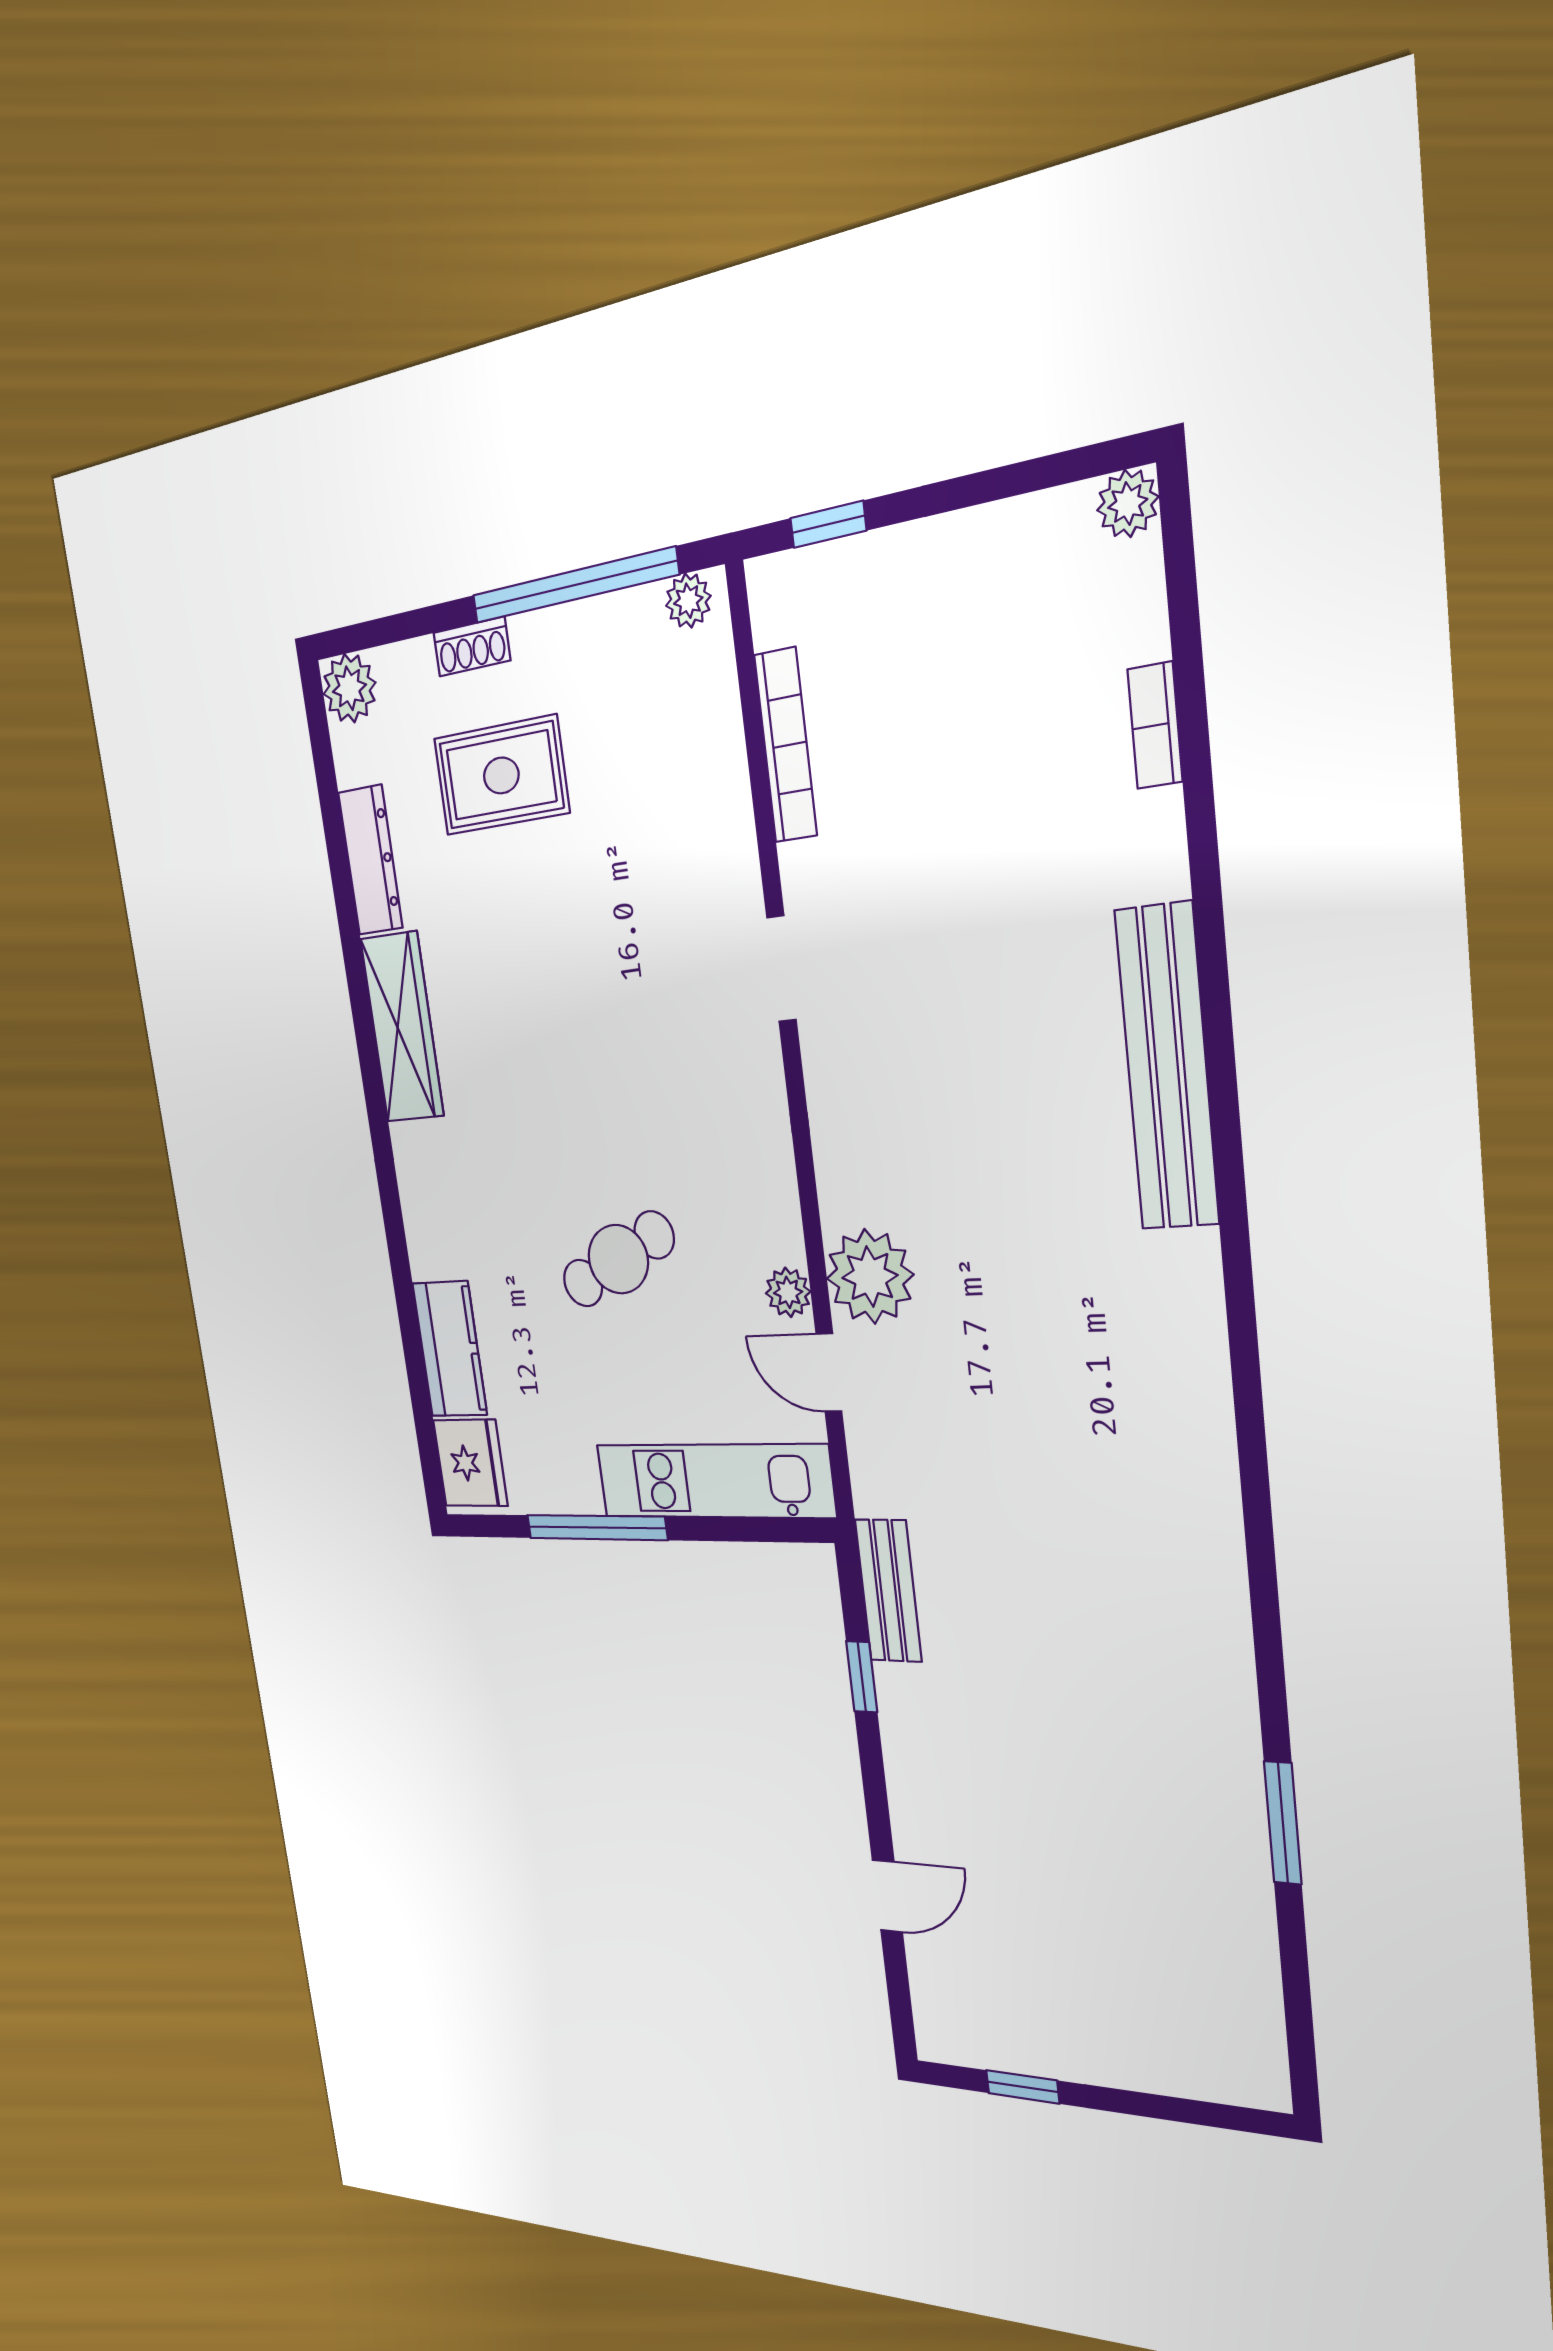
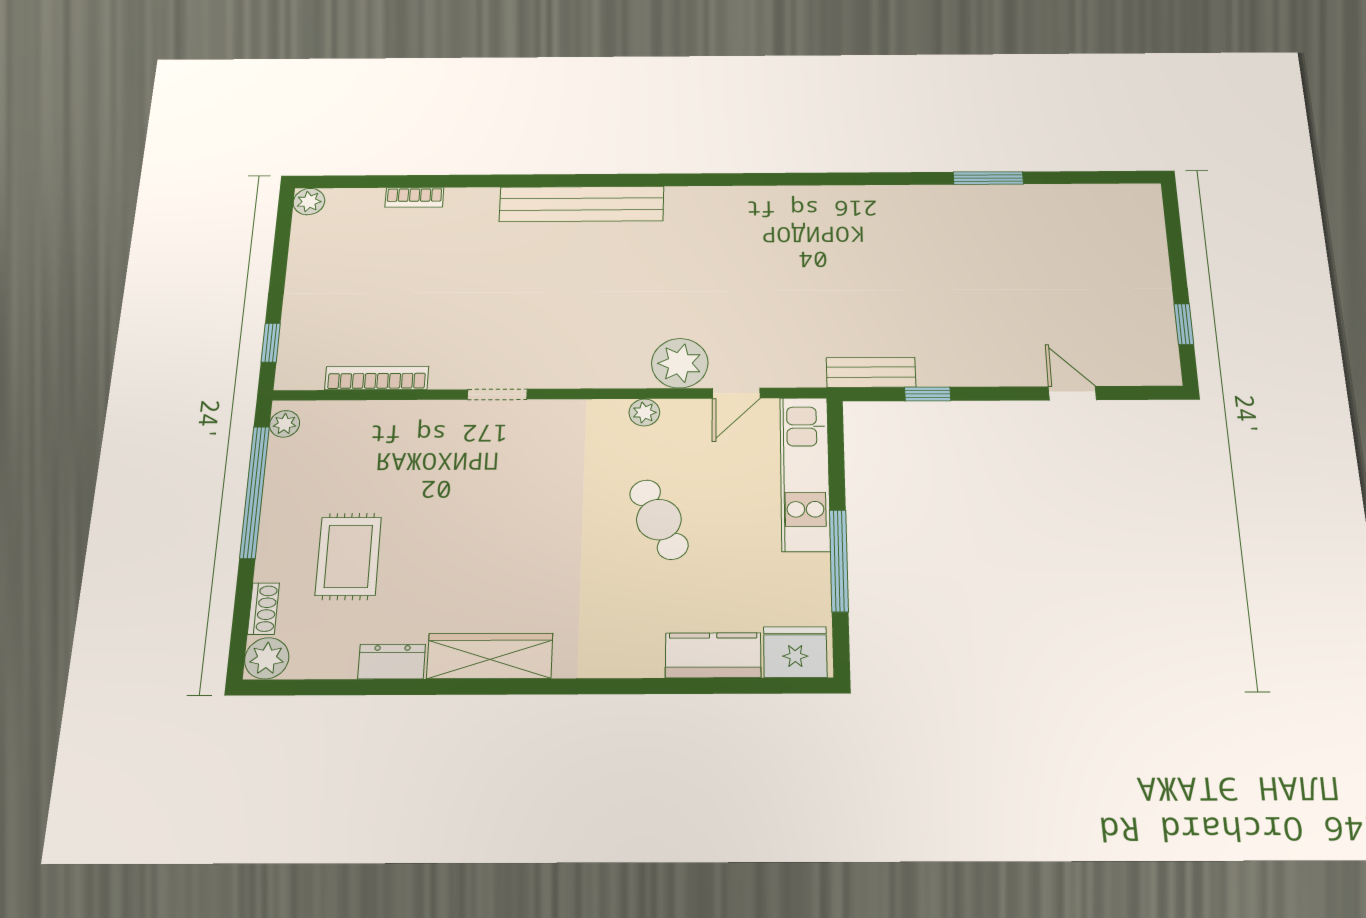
shoe rack: (472, 647) -> (263, 609), moved
dresser: (370, 860) -> (392, 662), width x0.70
plant: (788, 1292) -> (644, 412), moved

